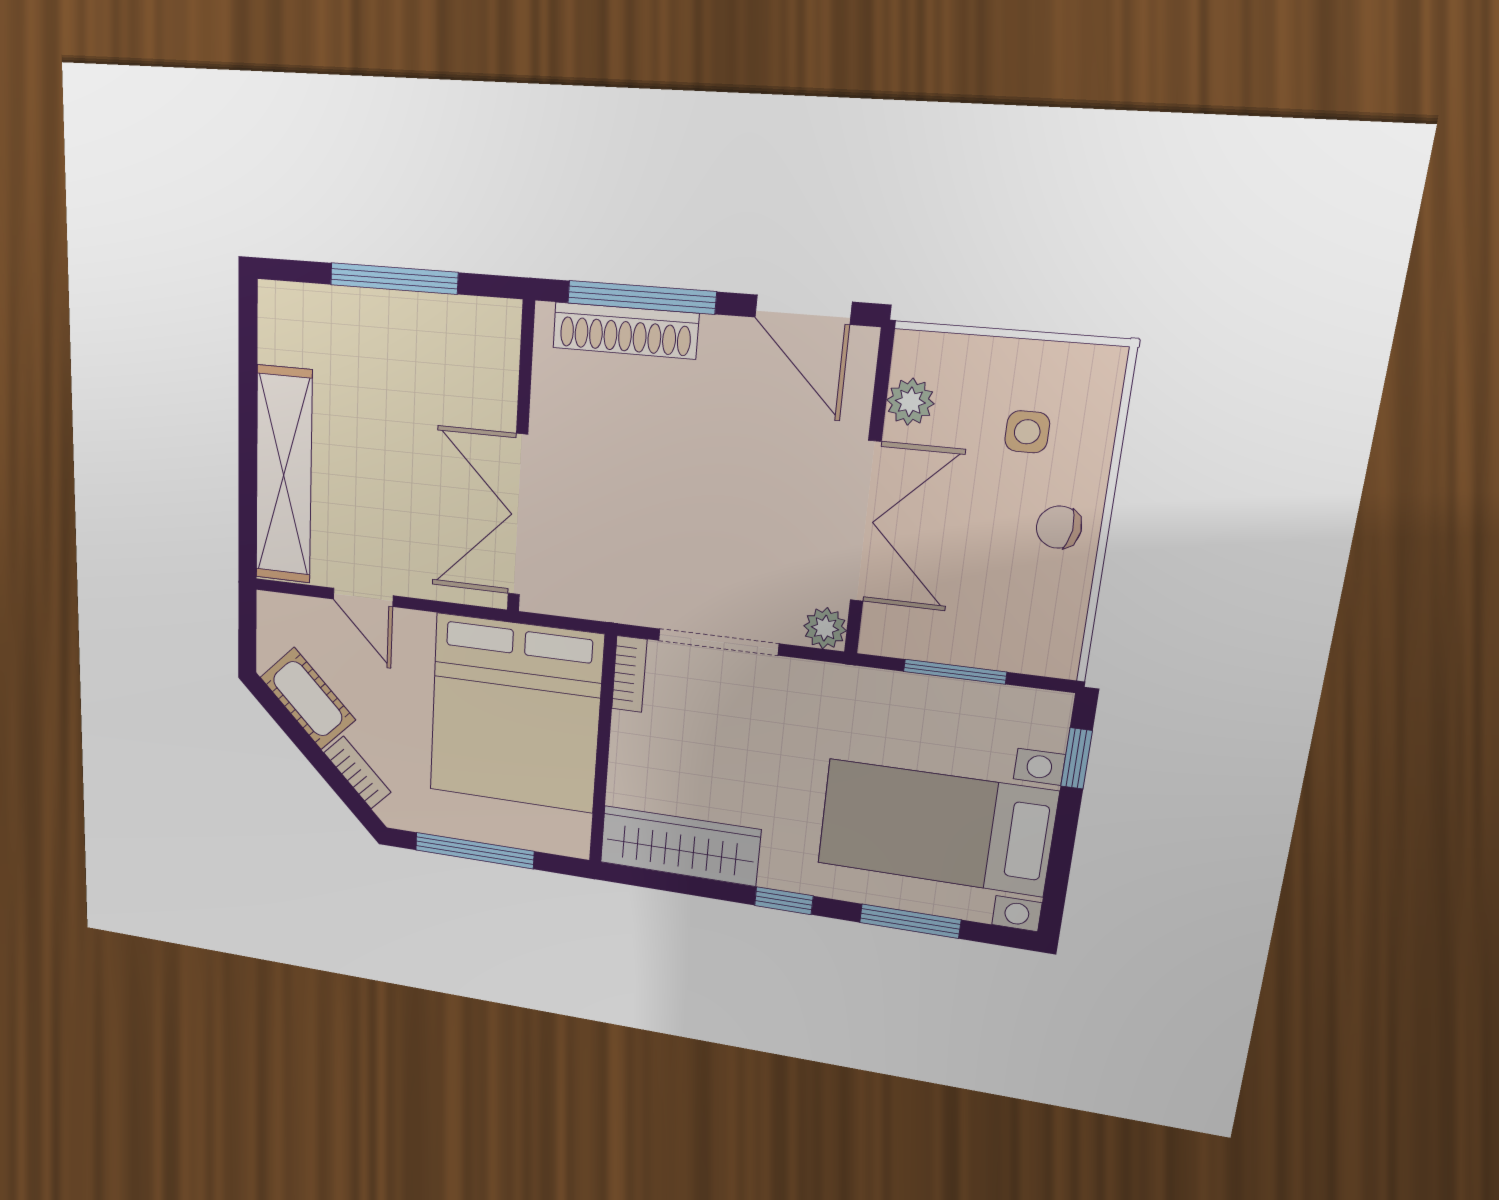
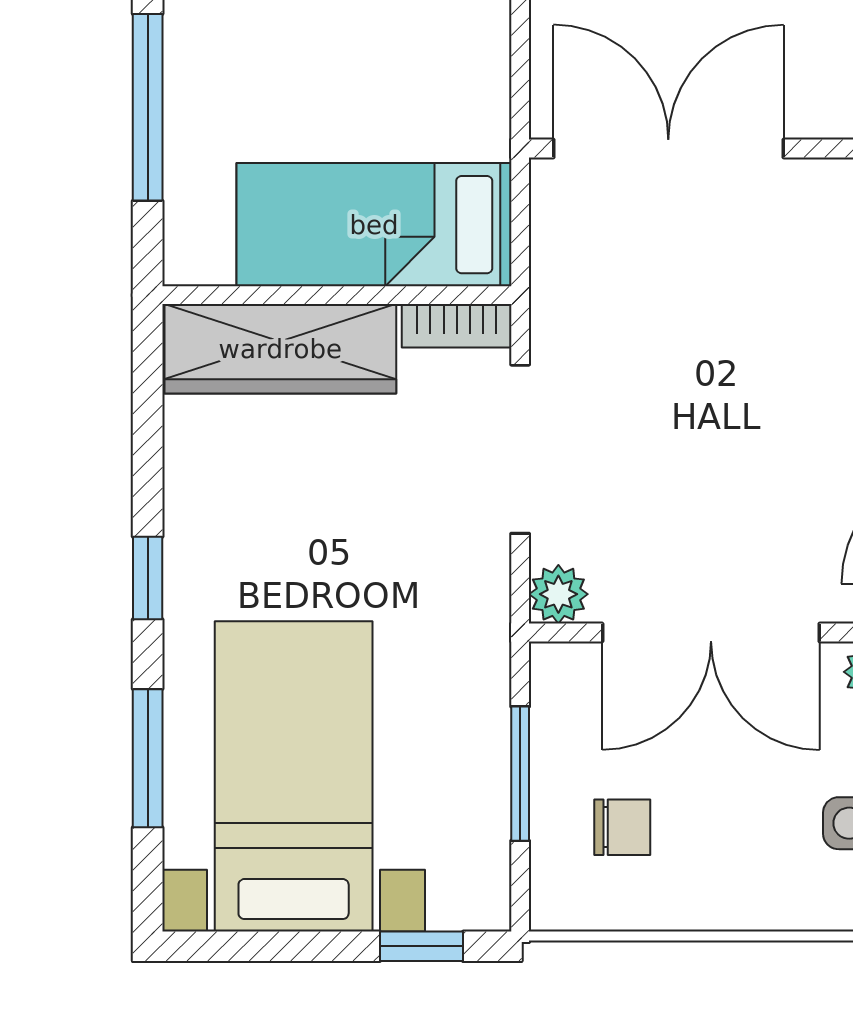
chair: (1059, 527) -> (622, 827), moved, turned 84
bed: (515, 713) -> (374, 225), width x0.49
wardrobe: (680, 846) -> (280, 349), moved, turned 90

